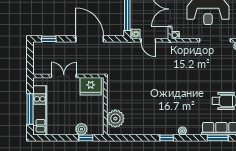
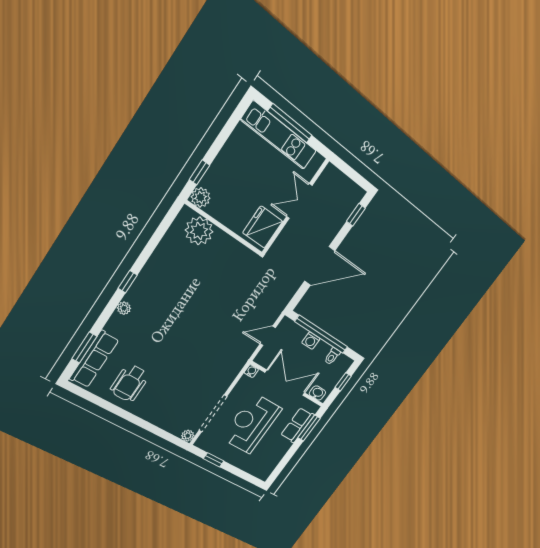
washing machine: (135, 34) -> (311, 341), moved
double door: (64, 76) -> (299, 201), swing flipped
plant: (81, 129) -> (201, 197), moved

